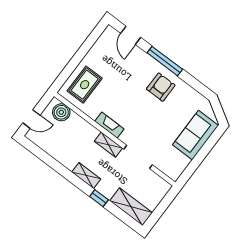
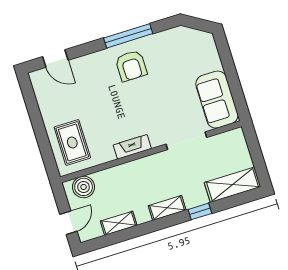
window: (165, 61) -> (128, 36), moved
armchair: (161, 87) -> (131, 66), turned 180
sofa: (196, 135) -> (217, 100), moved
shelving: (108, 145) -> (119, 223), moved

